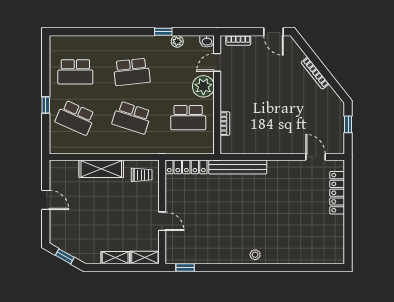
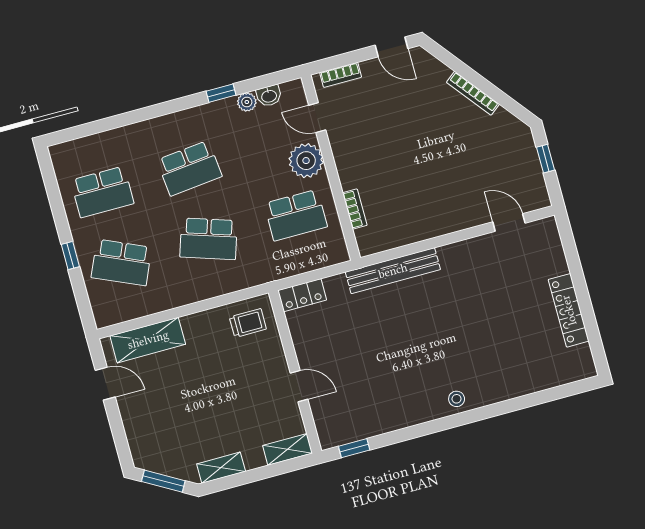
washbasin: (207, 41) -> (269, 96), moved
door: (217, 62) -> (317, 118), hinge flipped
locker: (186, 167) -> (302, 295), width x0.66
shelving: (101, 169) -> (148, 340), moved
locker: (337, 193) -> (569, 310), moved
door: (46, 200) -> (105, 384), moved
window: (65, 256) -> (163, 481), width x1.50
shelving: (115, 258) -> (221, 468), moved

